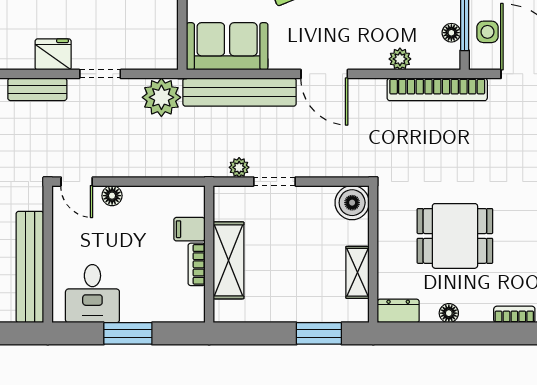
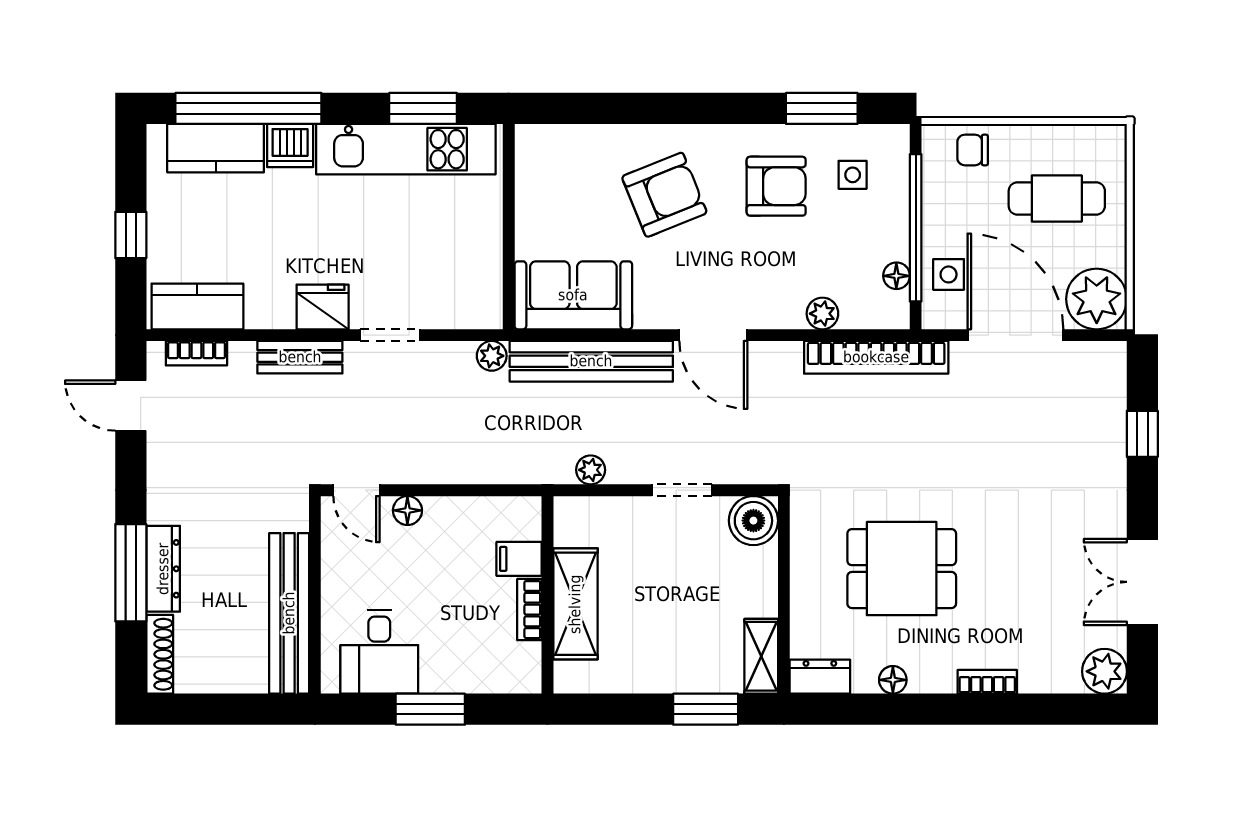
plant: (161, 97) -> (492, 356), width x0.53, depth x0.53
doorway: (275, 182) -> (682, 490), moved
shelving: (357, 272) -> (761, 656), moved

